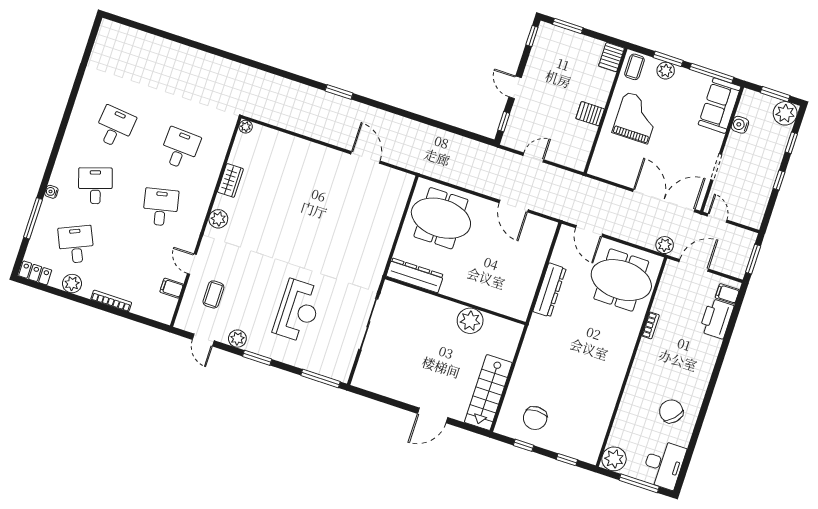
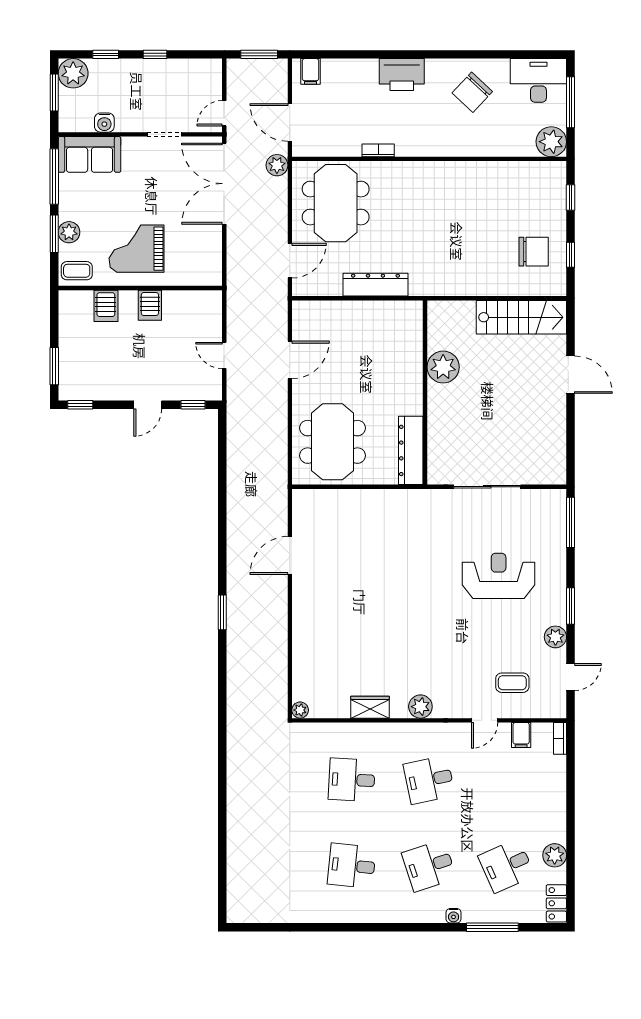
server rack: (611, 57) -> (106, 306), moved, turned 90
bookcase: (111, 301) -> (560, 738), moved, width x0.64
printer: (717, 319) -> (402, 75), moved

